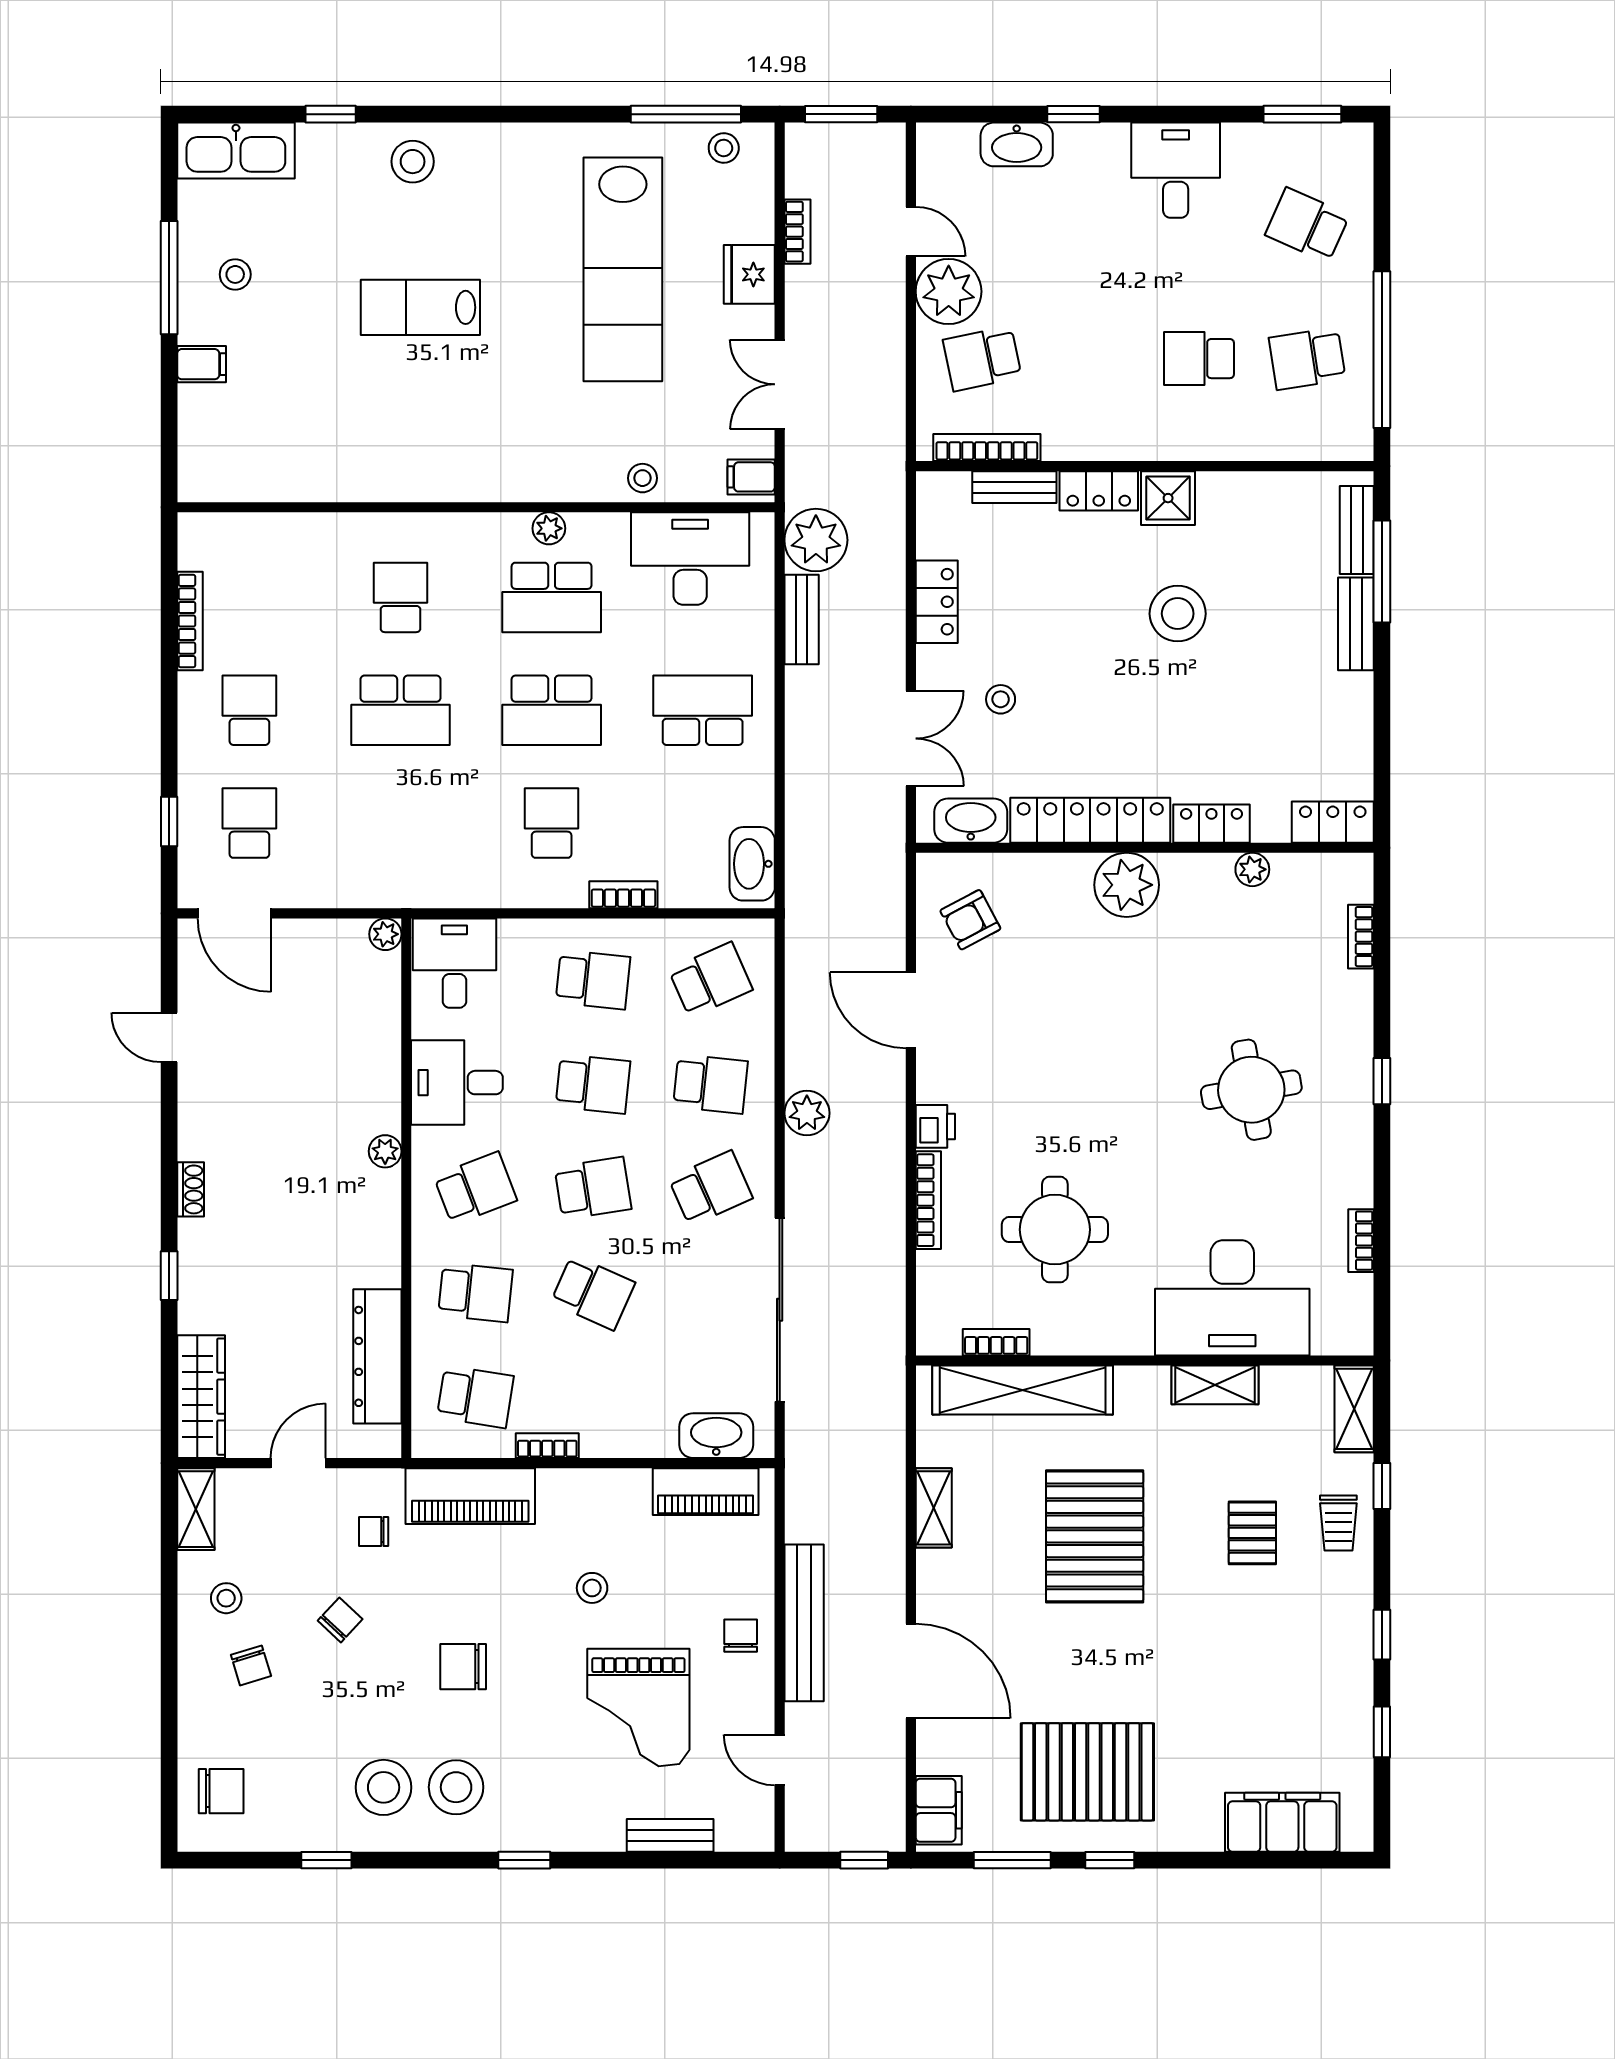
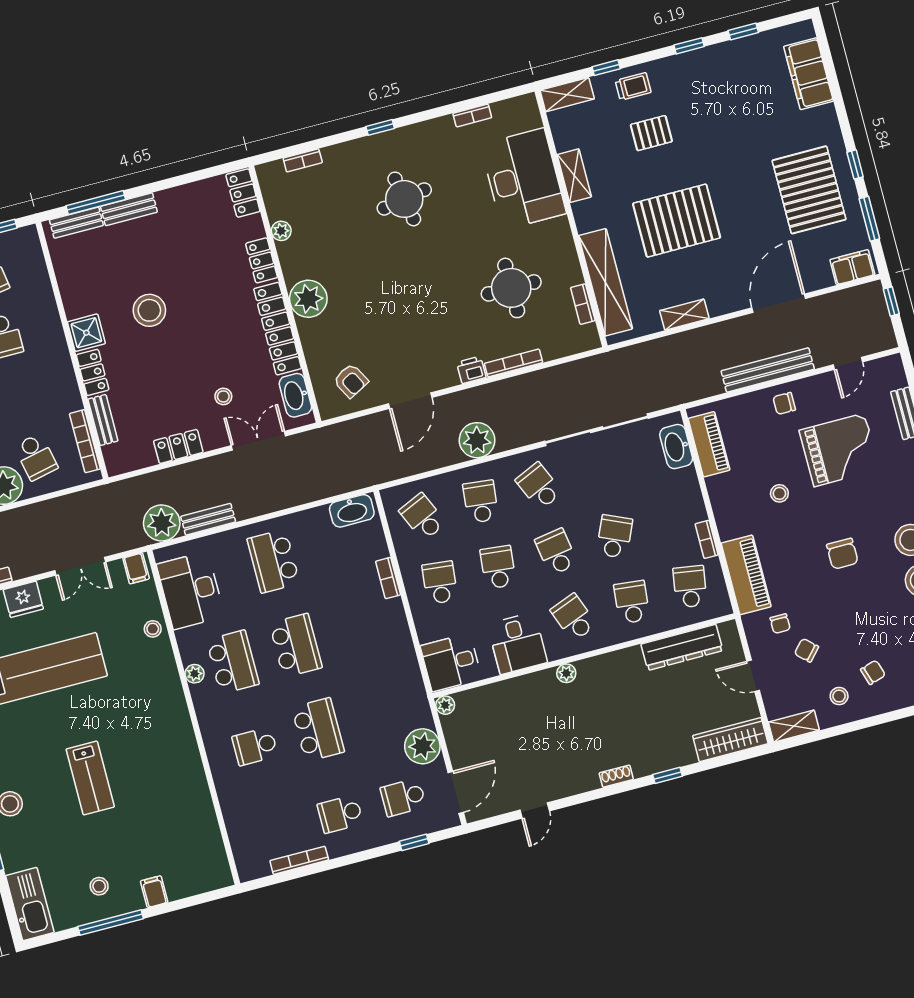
school desk: (552, 823) -> (359, 629), removed
plant: (326, 878) -> (422, 746), added
plant: (807, 1113) -> (477, 440), width x1.36, depth x1.36
chair: (340, 1620) -> (806, 650), moved

